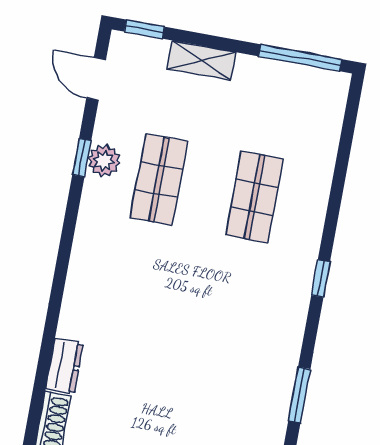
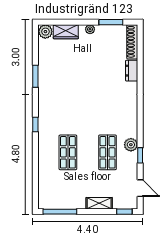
plant: (104, 161) -> (131, 145), moved

